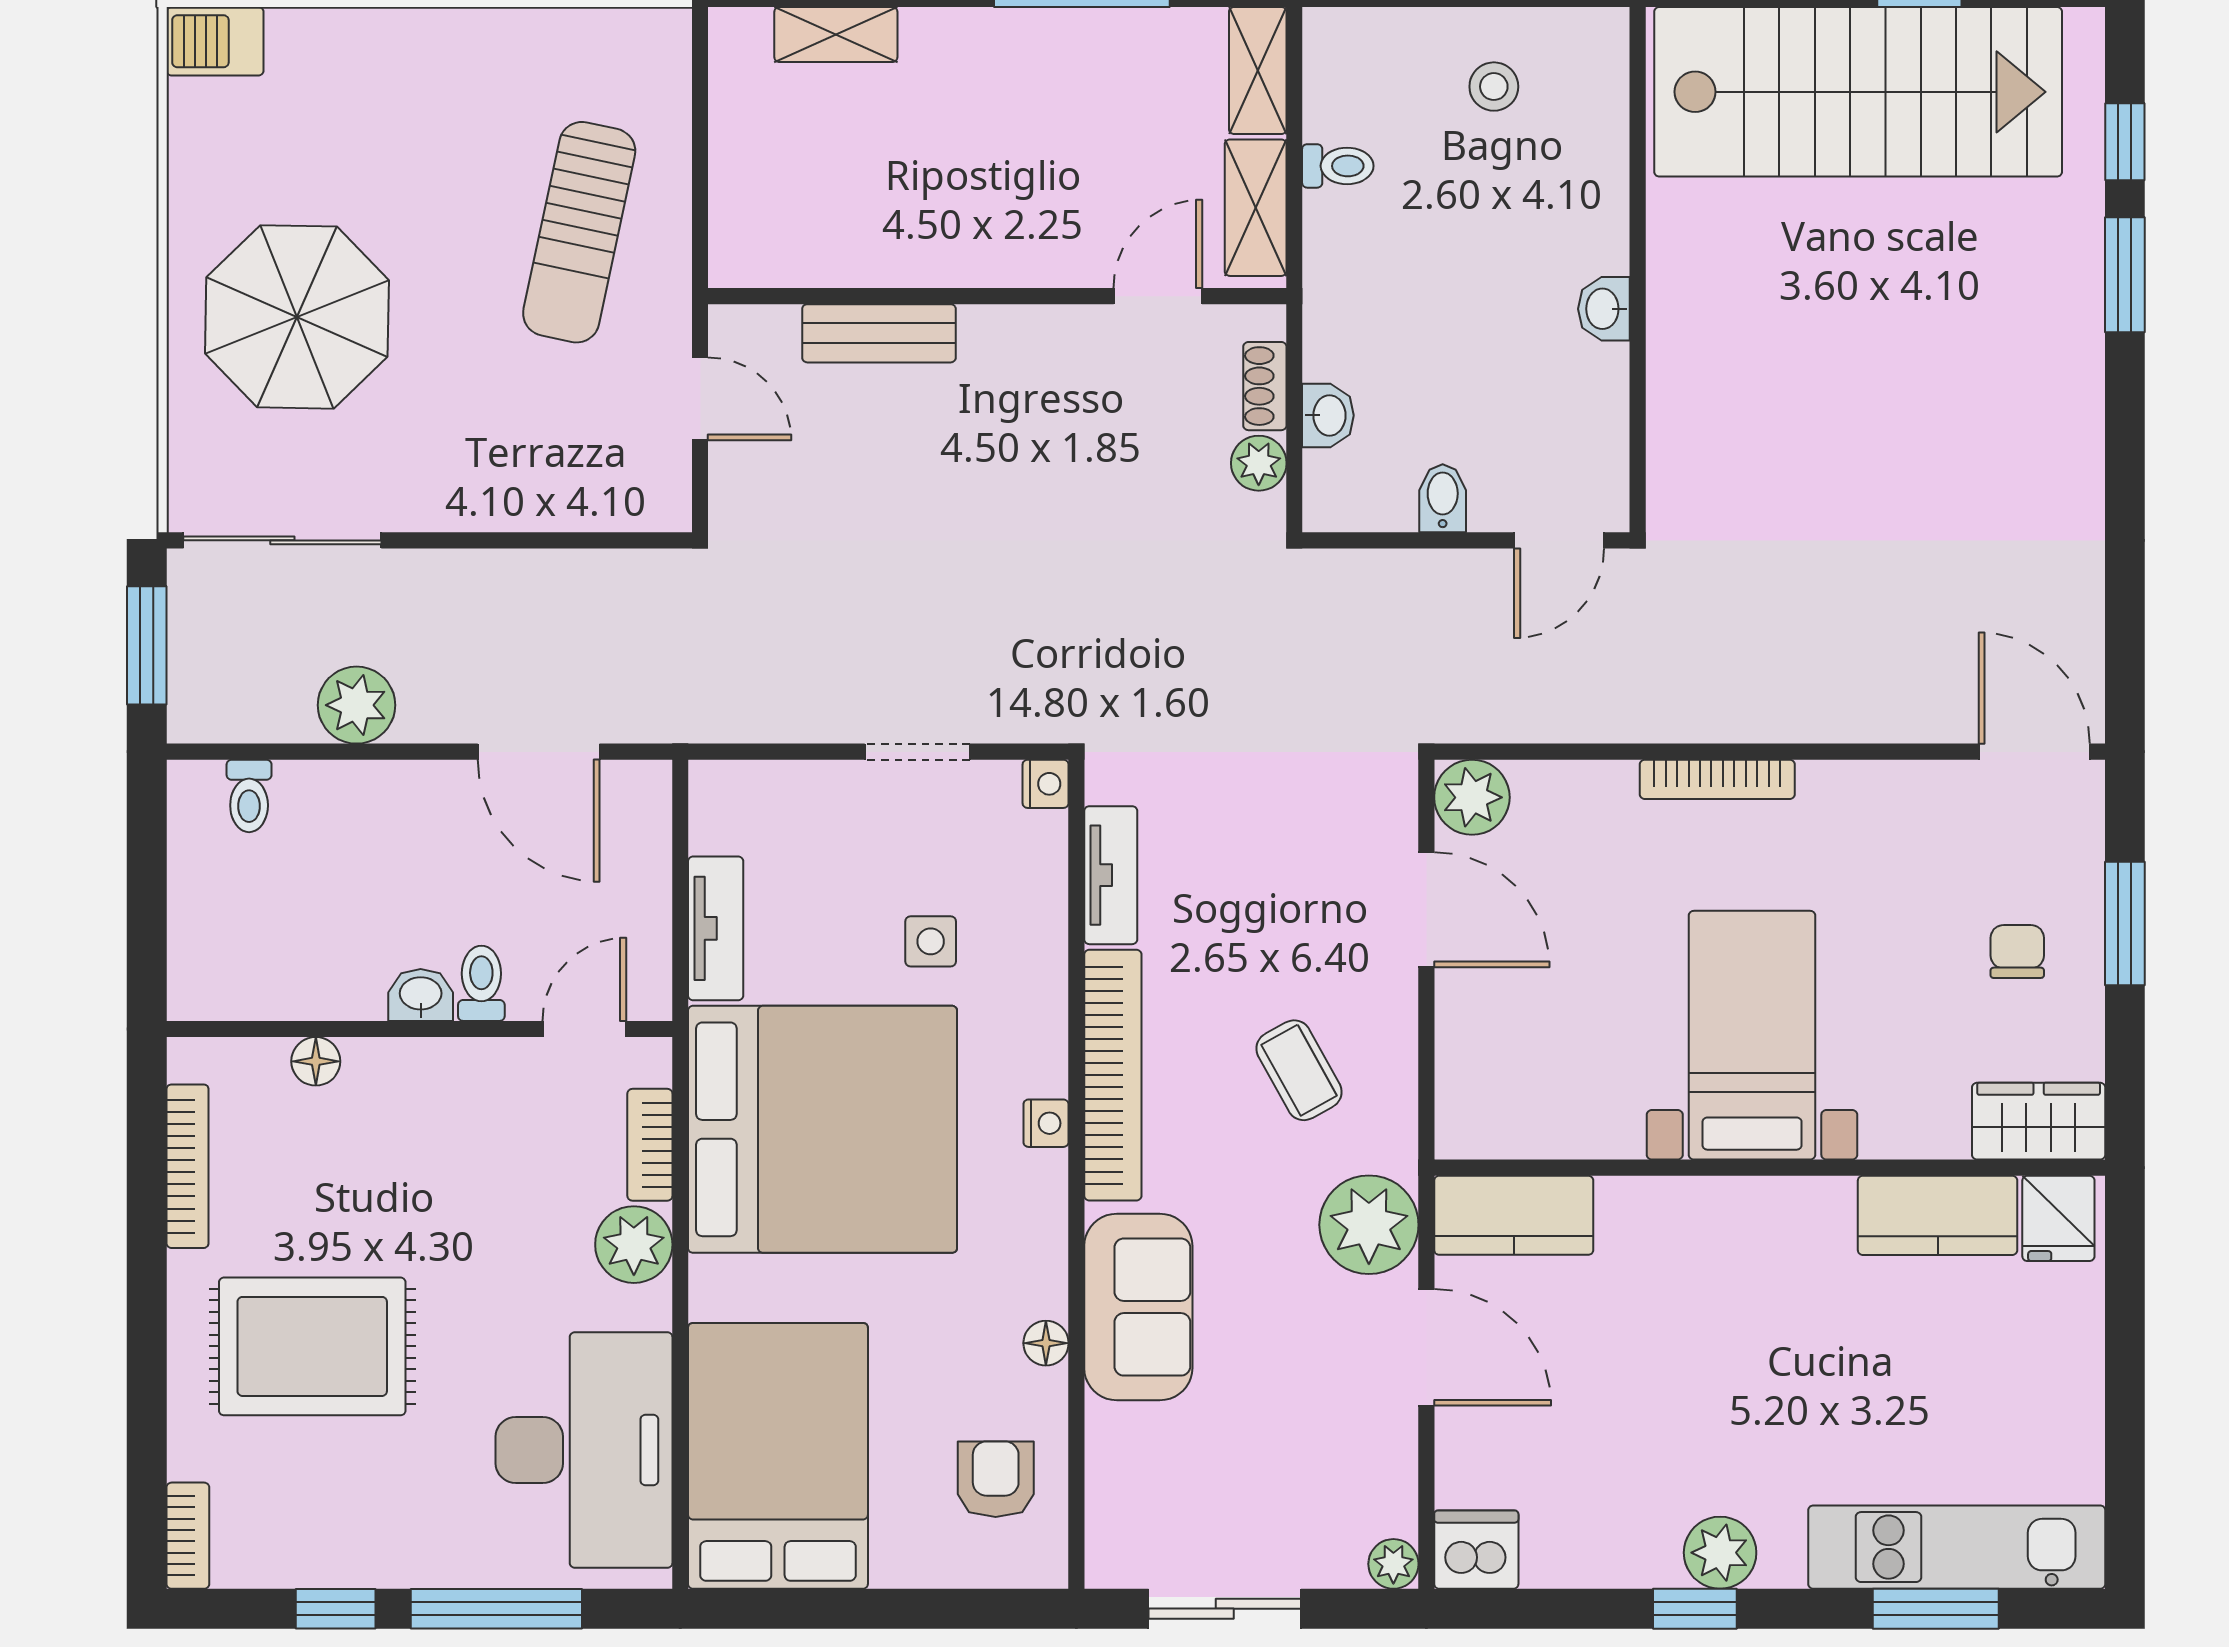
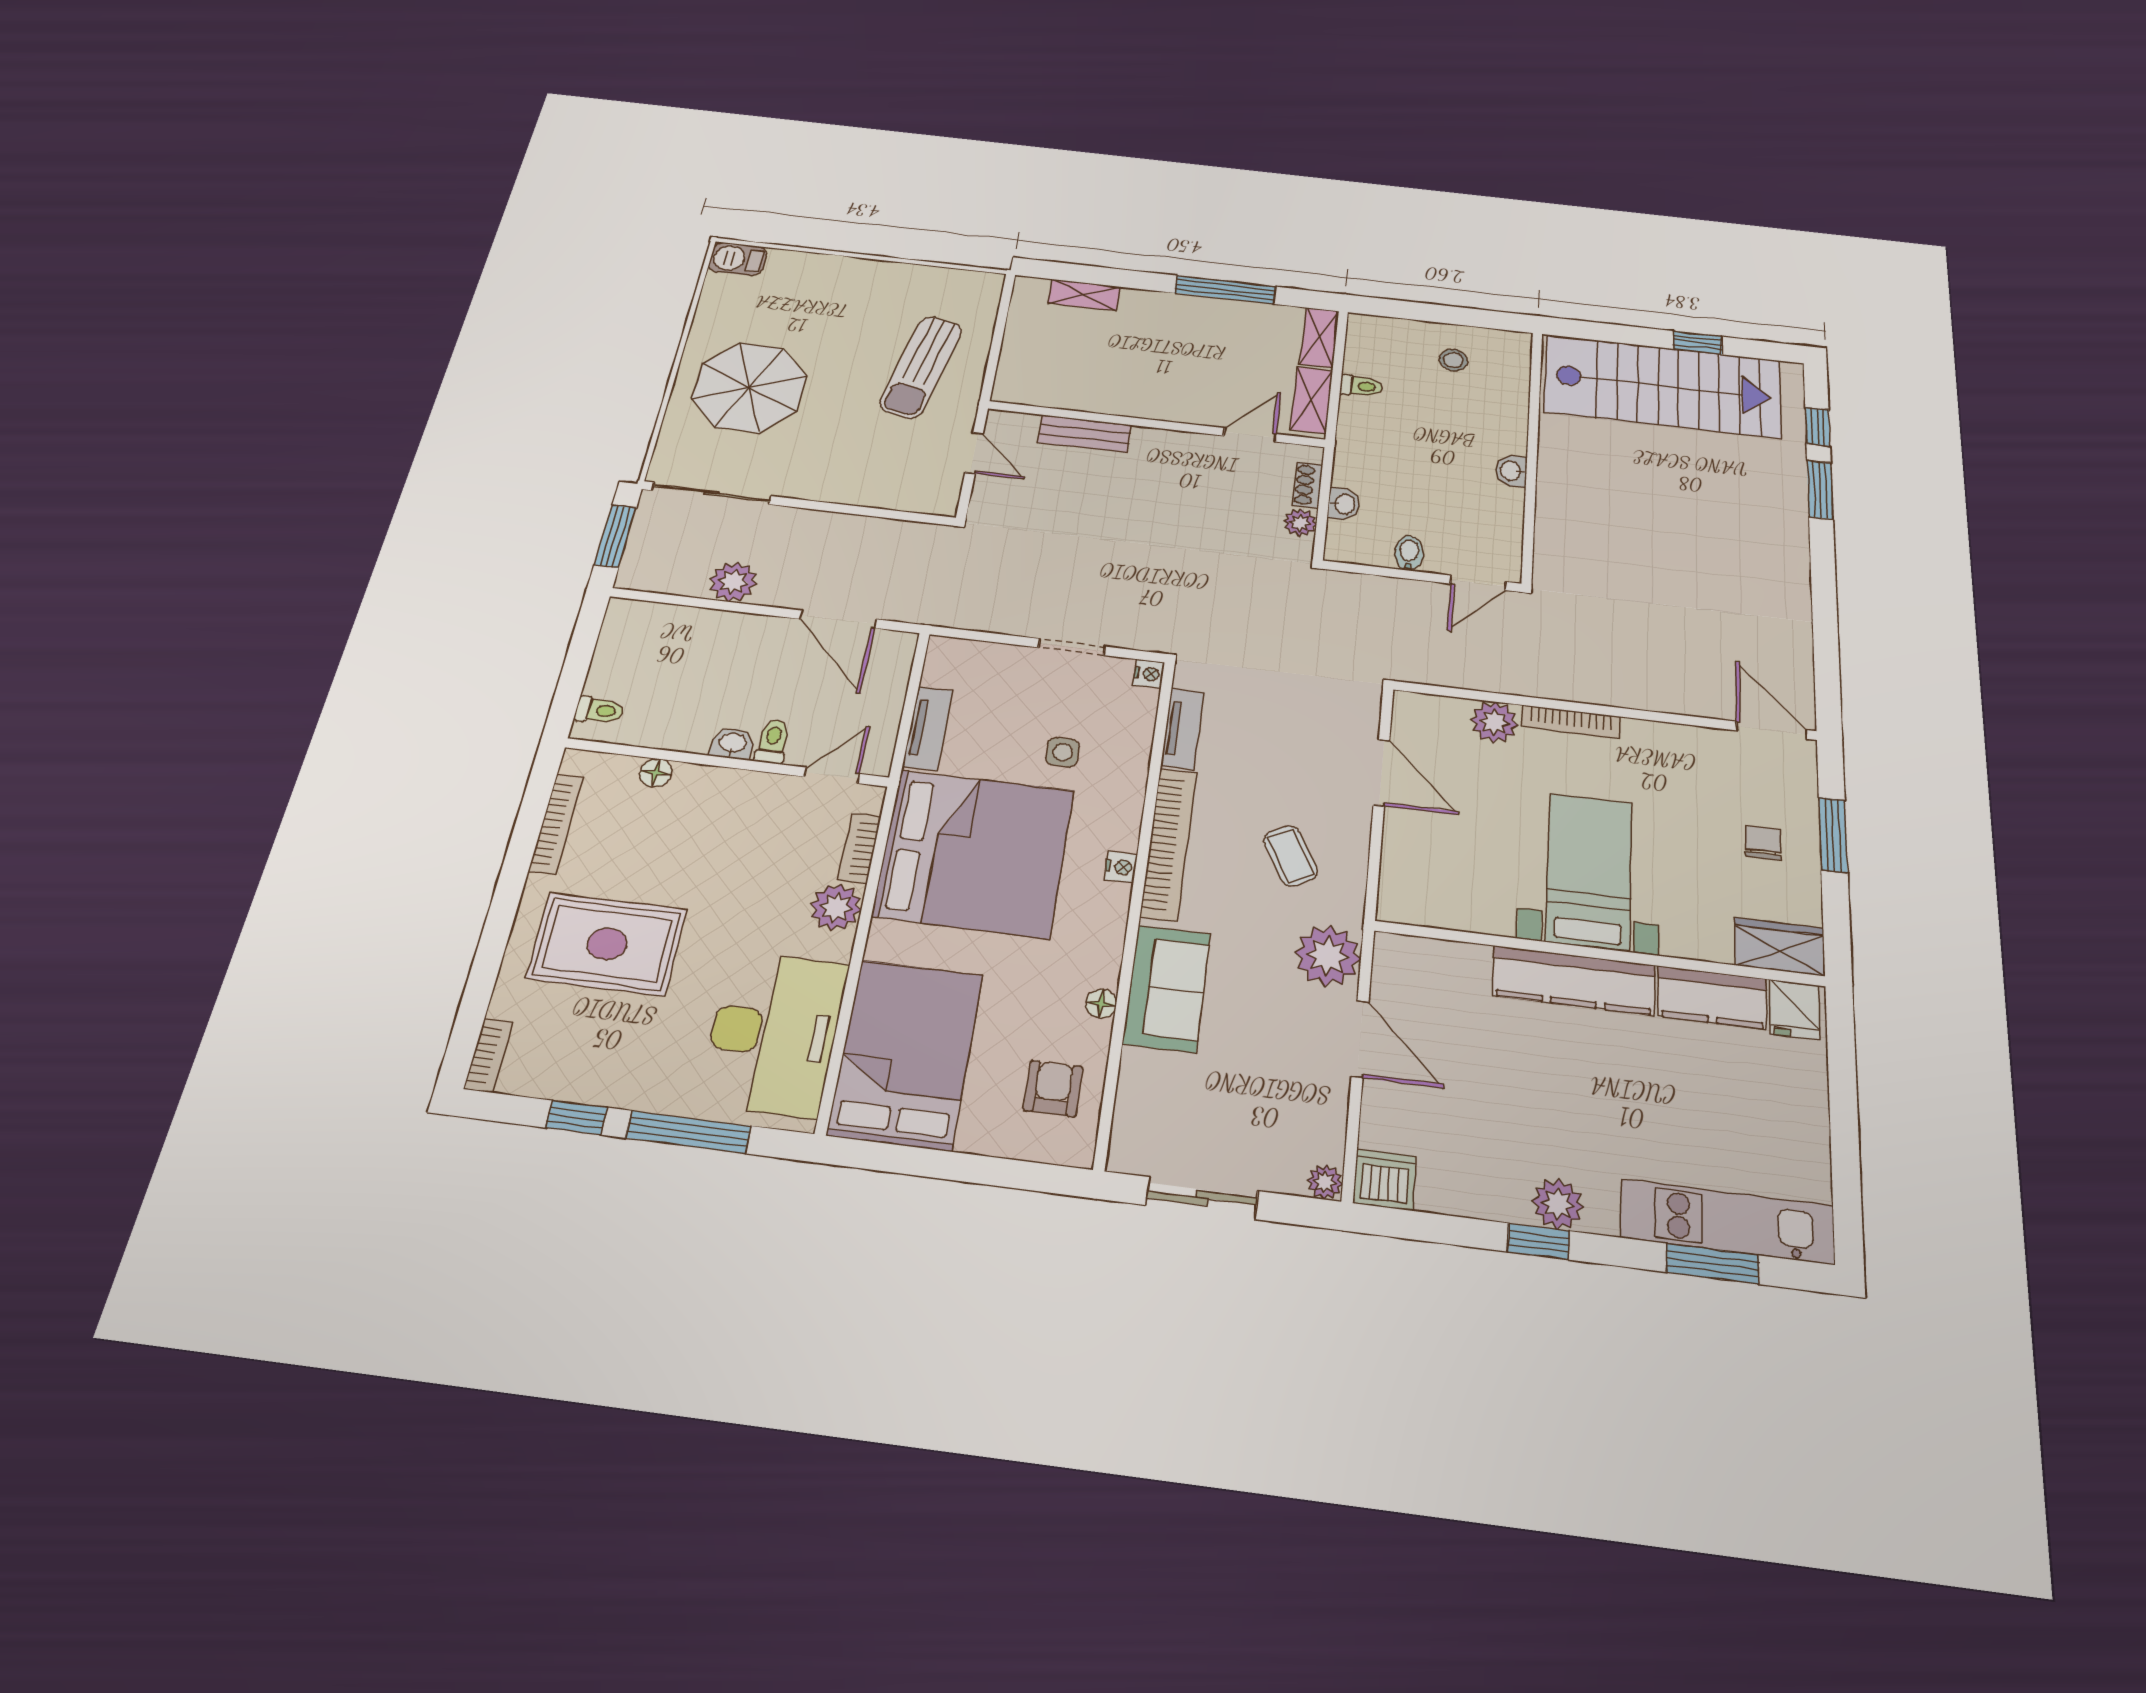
toilet: (249, 796) -> (599, 710), moved, turned -90
plant: (1472, 797) -> (1494, 722), moved
kitchen counter: (1514, 1215) -> (1574, 980), moved, width x1.50

